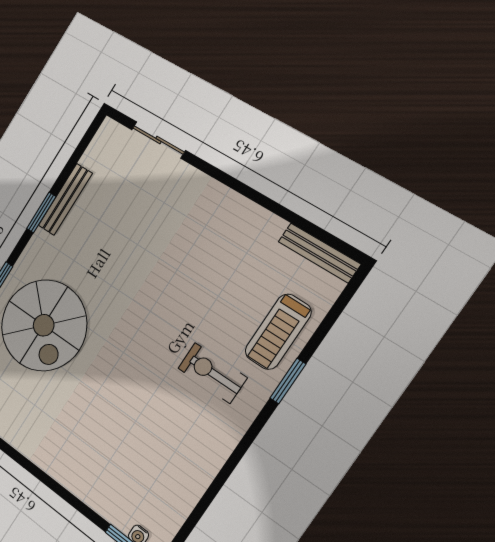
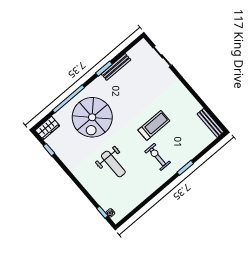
treadmill: (278, 332) -> (154, 125), moved, turned 180
weight bench: (115, 418) -> (113, 164), added

